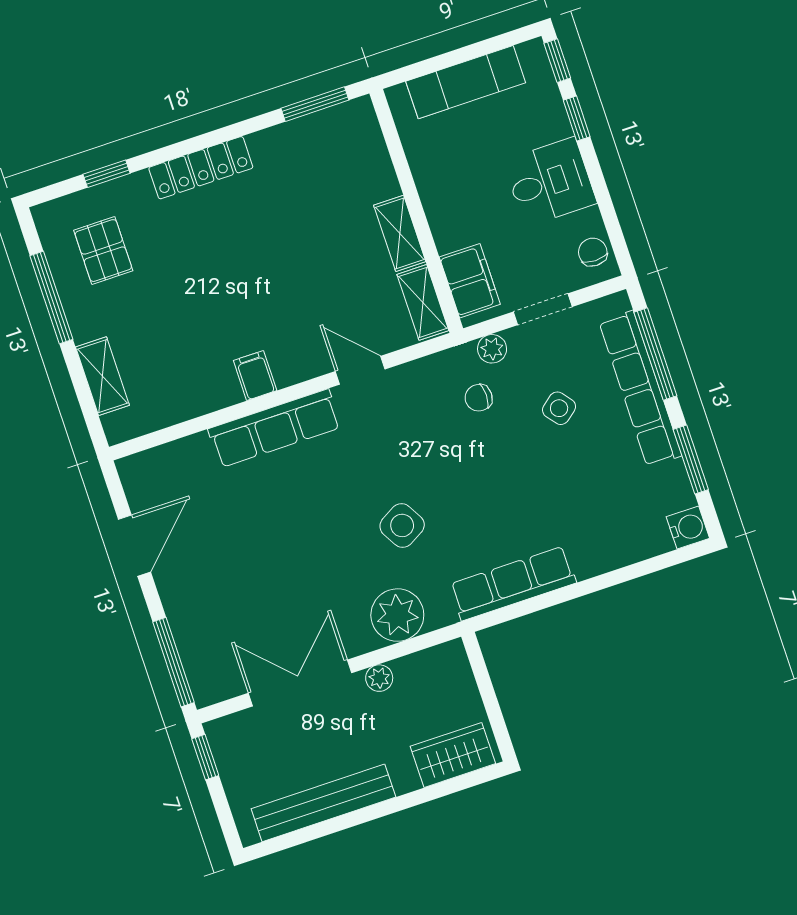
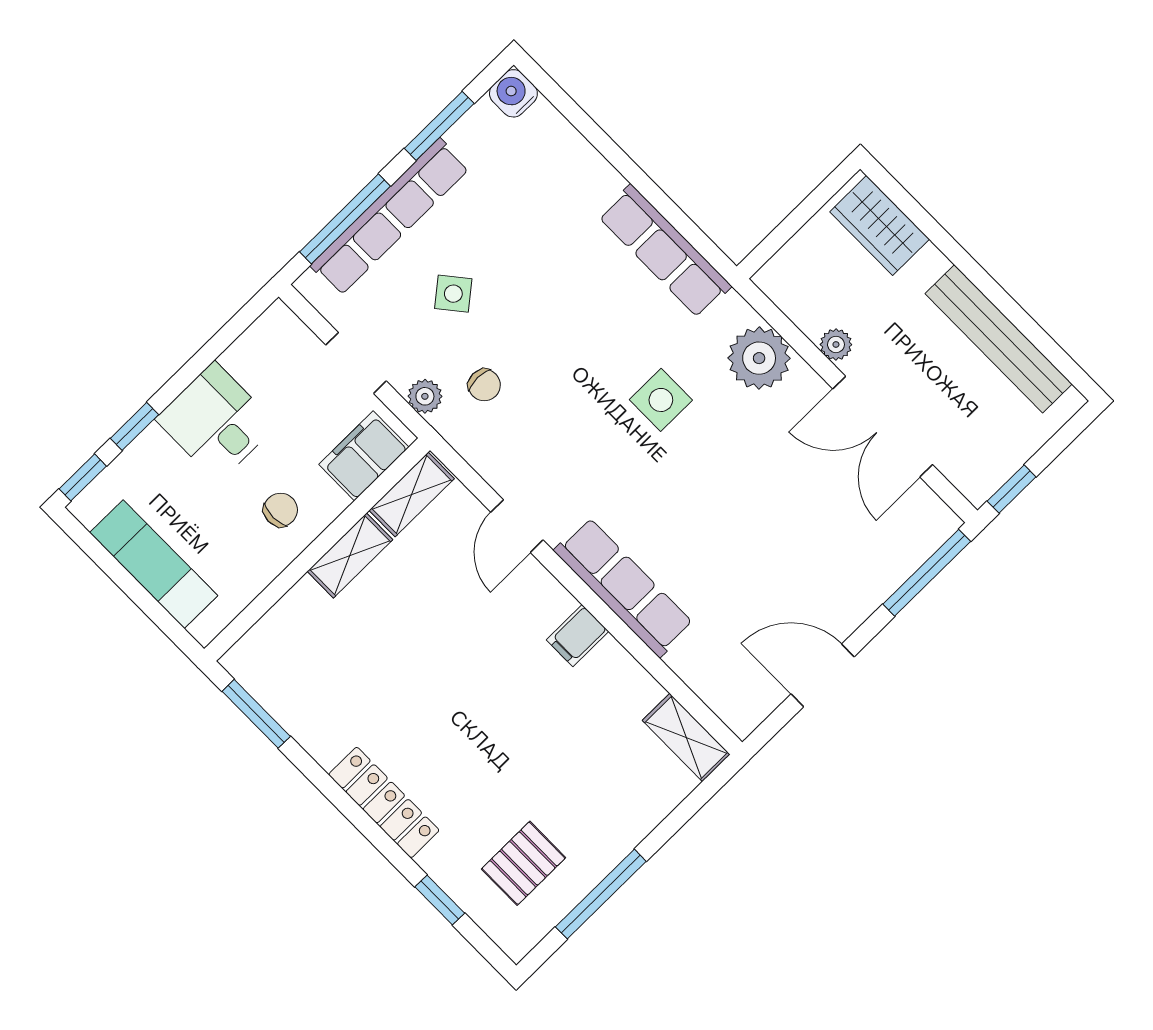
chair: (593, 252) -> (281, 510), moved, turned 180
shelving: (102, 376) -> (686, 737), moved, turned 90
side table: (402, 525) -> (661, 400), turned 30

